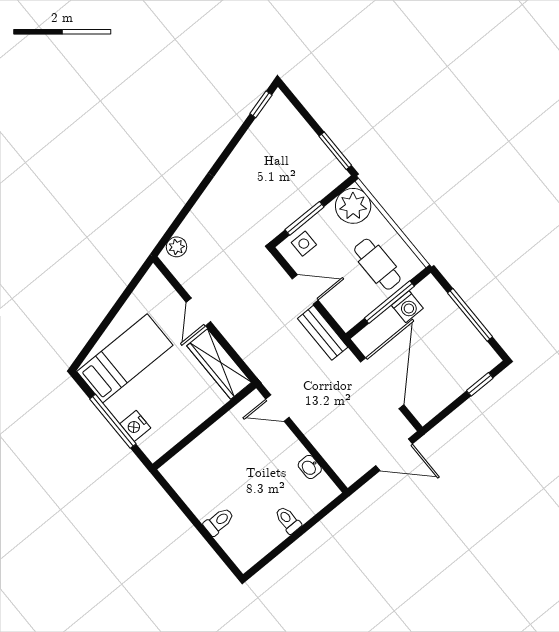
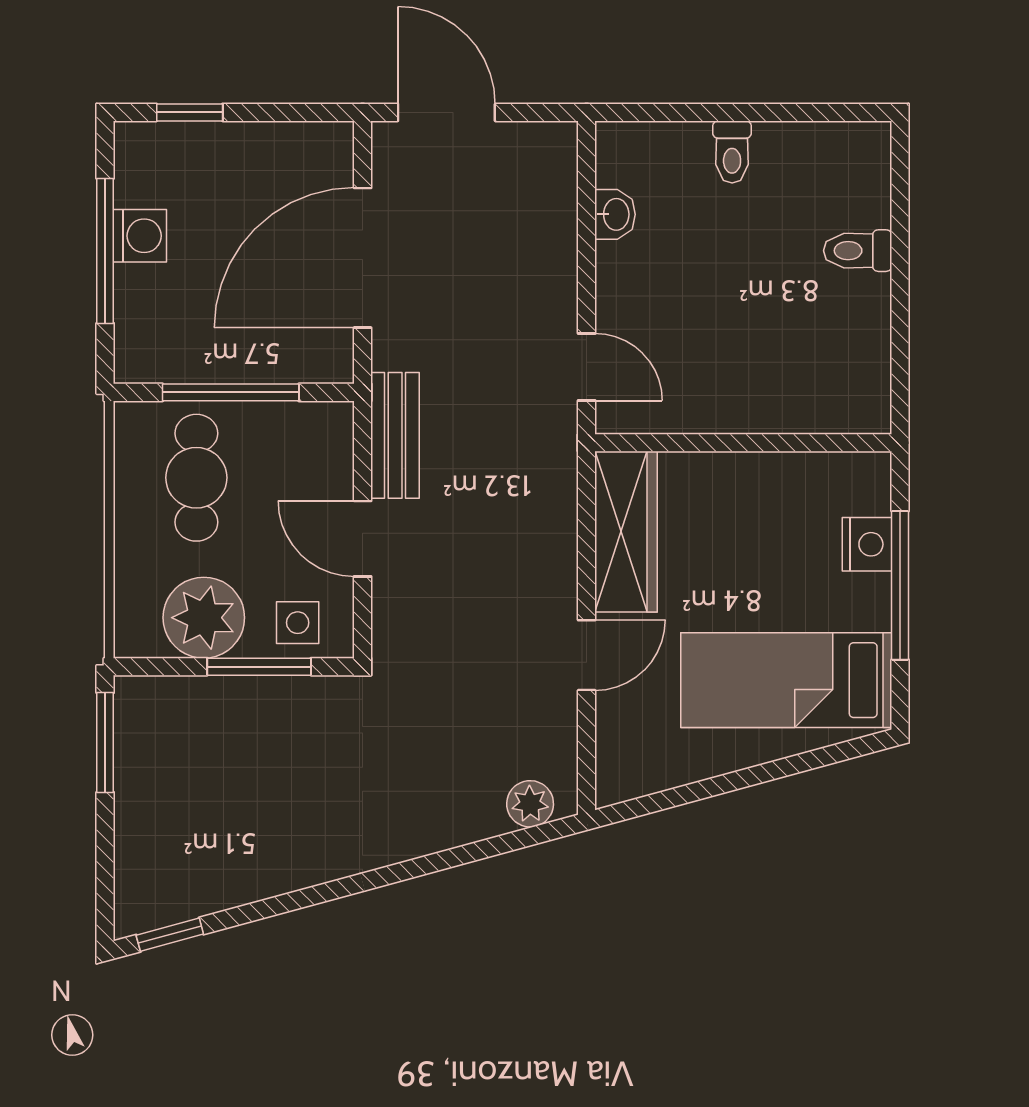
plant: (353, 206) -> (204, 618), moved
washing machine: (407, 307) -> (140, 236), moved, turned 90

